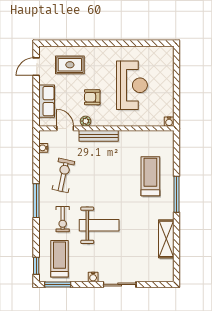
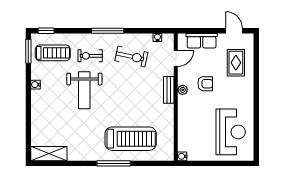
reception desk: (132, 85) -> (231, 132), moved, turned -90
armchair: (92, 97) -> (205, 84), turned 90
plant: (86, 121) -> (183, 90), moved
bench: (99, 136) -> (169, 90), width x0.73
treadmill: (150, 176) -> (131, 139), width x1.37, depth x1.38
shelving: (166, 239) -> (49, 154), moved
sliding door: (120, 284) -> (28, 110), removed

